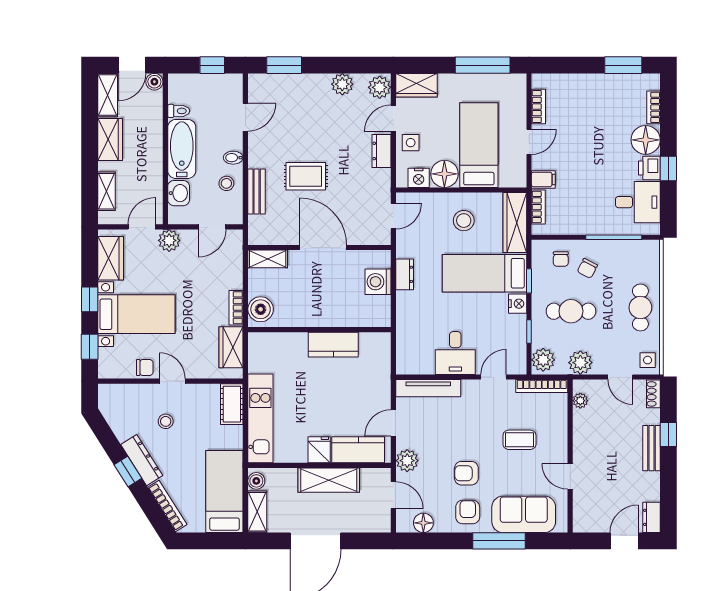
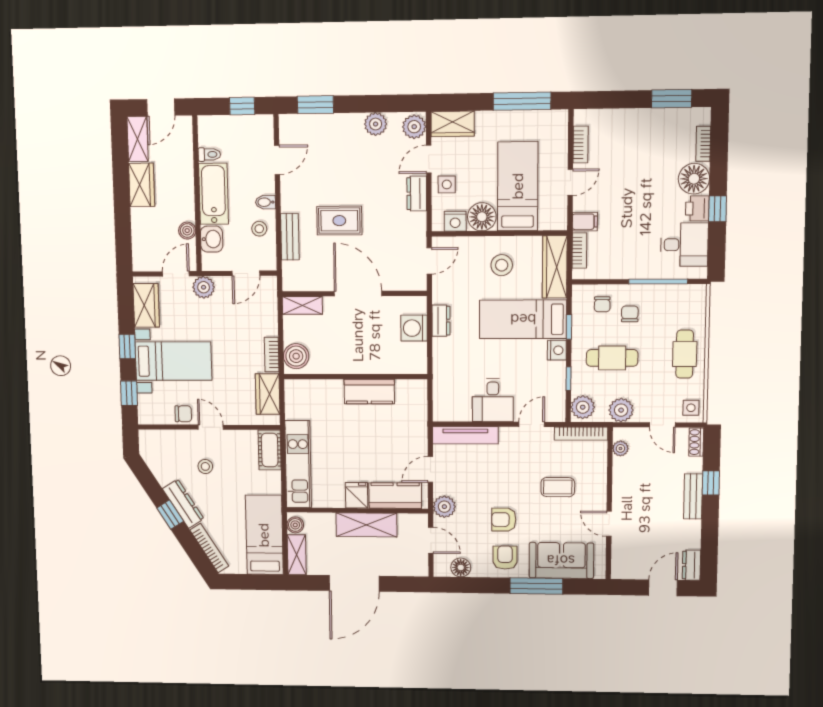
boiler: (154, 82) -> (187, 231), moved
shelving: (107, 191) -> (140, 238), removed
chair: (587, 268) -> (630, 314), turned 153

